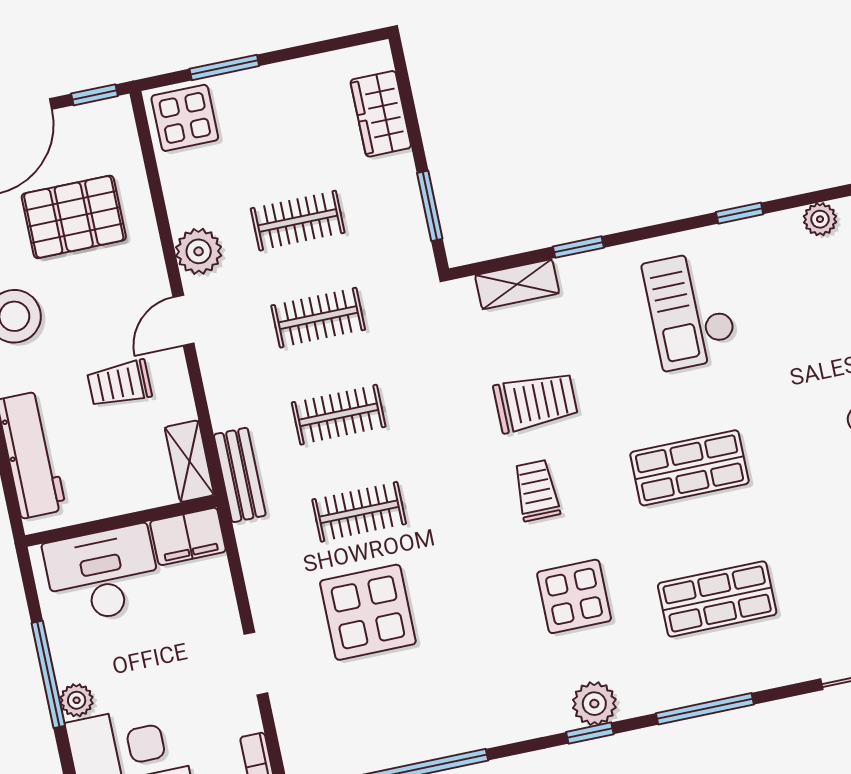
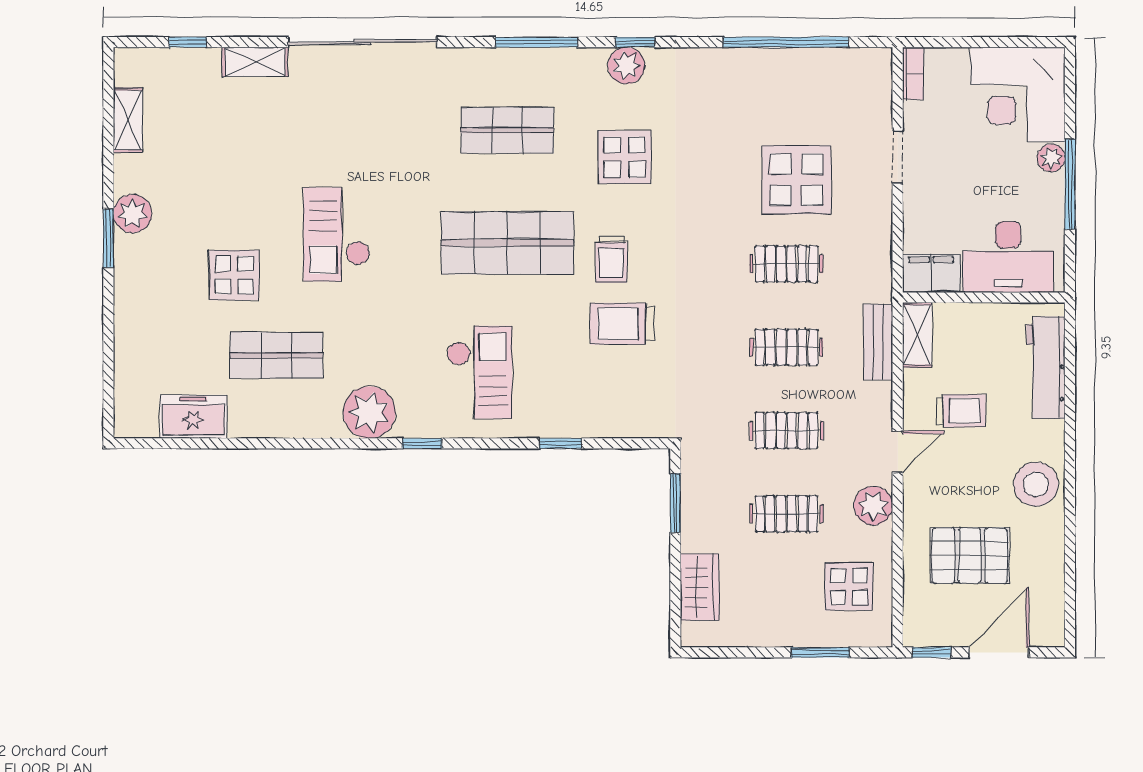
display table: (185, 118) -> (849, 586), moved
plant: (820, 219) -> (369, 412), width x1.87, depth x1.87
shelving: (517, 284) -> (617, 424), removed
shop shelf: (689, 468) -> (507, 243), width x1.43, depth x1.36
bench: (240, 475) -> (878, 342), moved
trolley: (537, 490) -> (611, 259), moved

